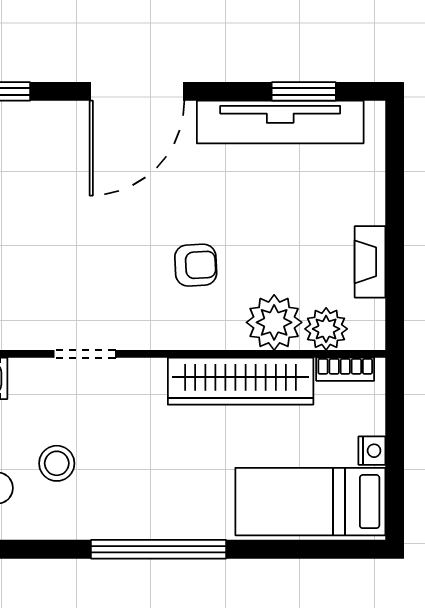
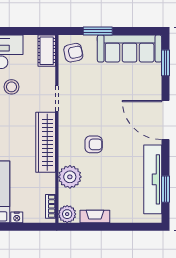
armchair: (196, 265) -> (94, 144), turned -87
plant: (326, 329) -> (67, 214), moved
wardrobe: (241, 381) -> (46, 142), moved

